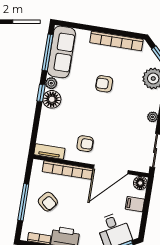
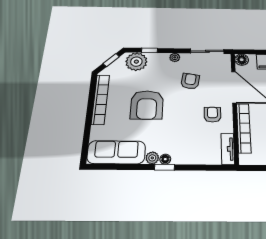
window: (48, 52) -> (118, 167), removed
armchair: (104, 84) -> (147, 105), width x1.88, depth x1.88
floor lamp: (52, 99) -> (165, 159), width x0.53, depth x0.53
armchair: (123, 128) -> (190, 81), added

